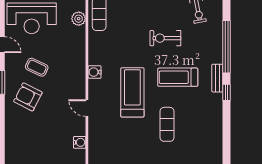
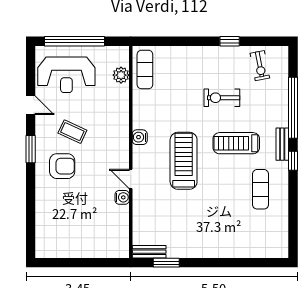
armchair: (28, 97) -> (62, 166), turned 153
exercise mat: (167, 124) -> (260, 189), moved
water cooler: (80, 142) -> (122, 197), moved

